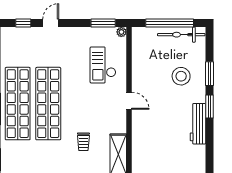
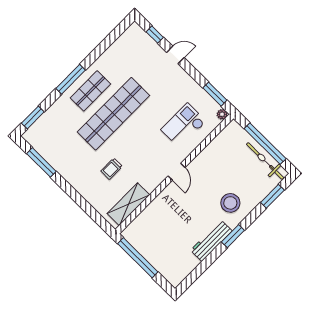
window: (210, 74) -> (272, 196), moved
stool: (181, 76) -> (230, 203), moved
shop shelf: (18, 104) -> (90, 91), width x0.50, depth x0.74

